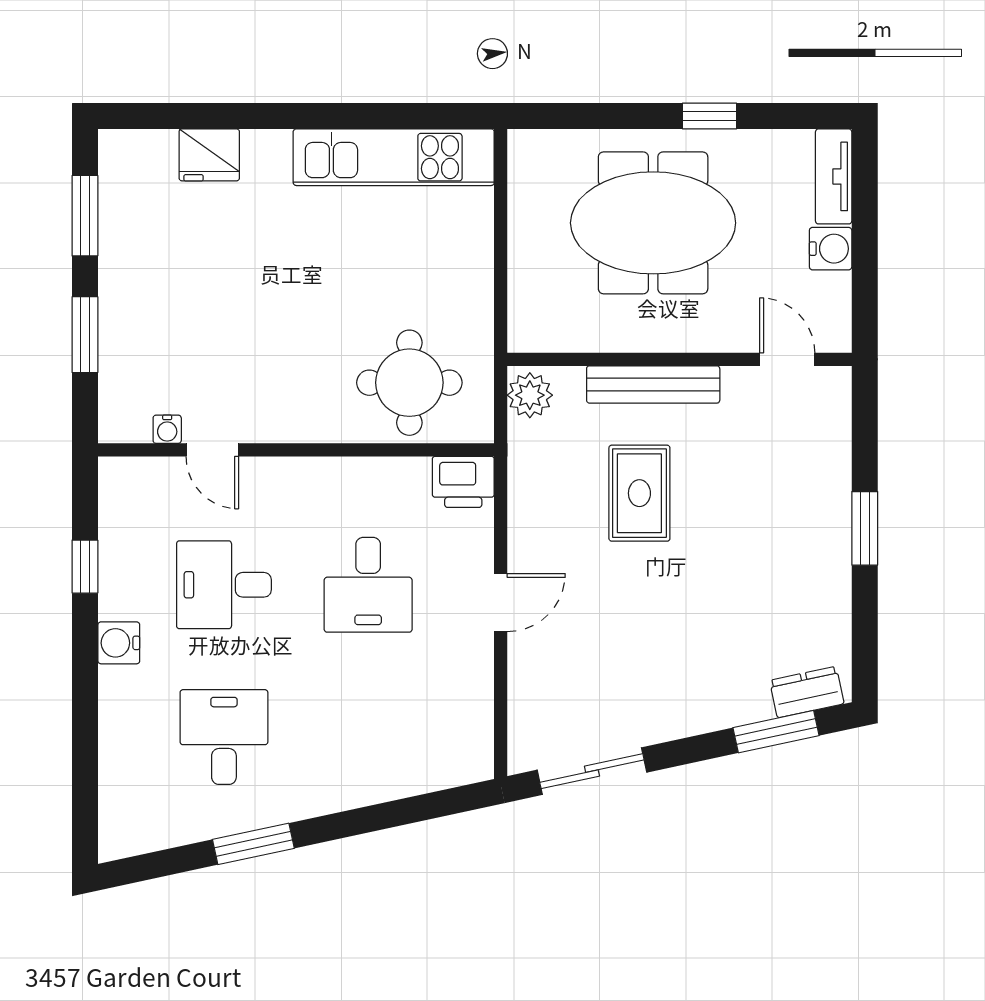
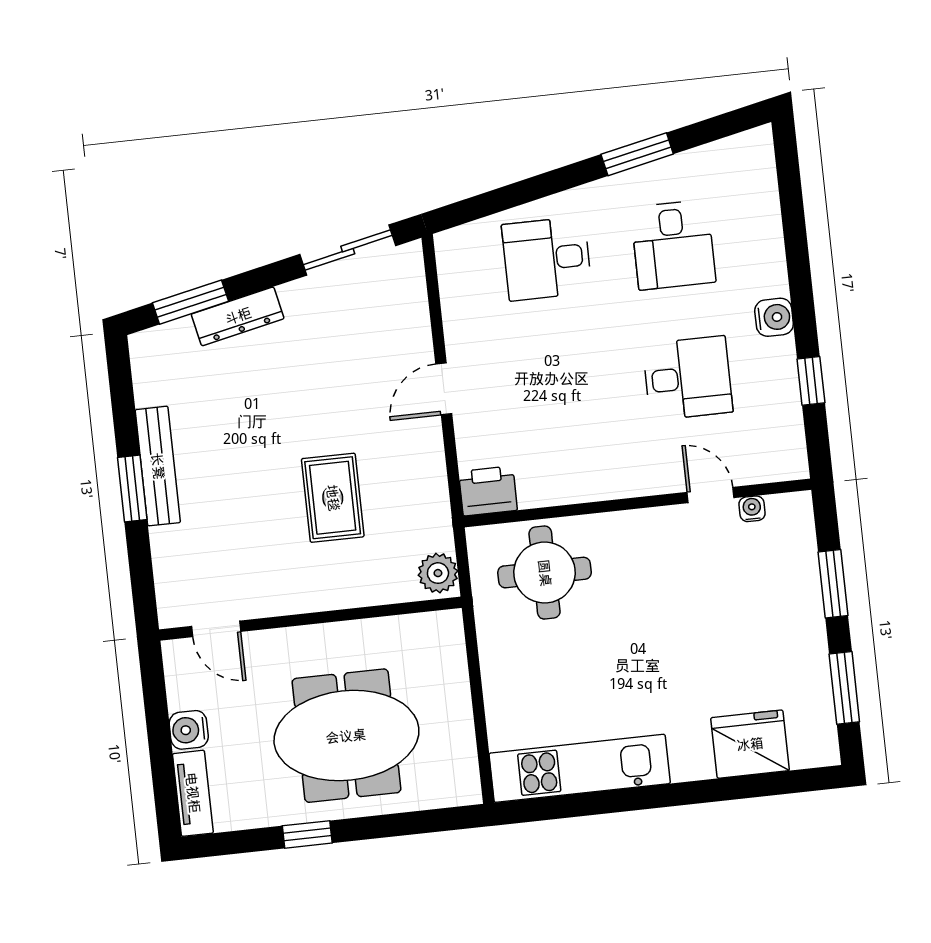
fridge: (209, 155) -> (750, 744), width x1.36, depth x1.34
bench: (653, 384) -> (158, 466), moved, turned 90
desk: (368, 585) -> (547, 259), moved, turned -90
dresser: (807, 692) -> (238, 316), moved, width x1.44

